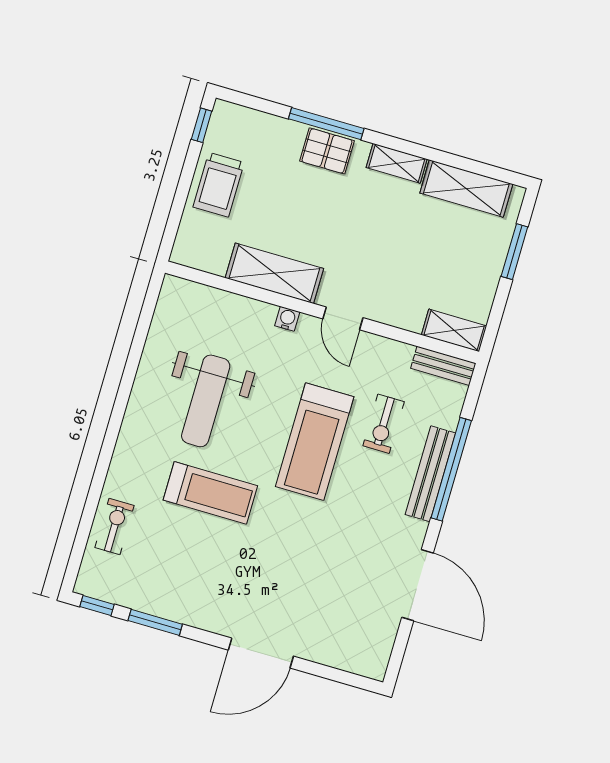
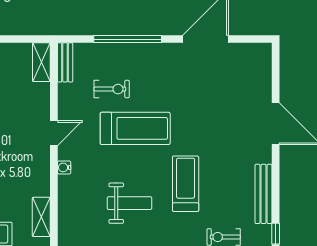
shelving: (274, 273) -> (41, 217), moved, width x0.67, depth x0.75
weight bench: (206, 401) -> (130, 203), width x0.73, depth x0.75
bench: (430, 474) -> (264, 194), moved, turned 90
window: (155, 622) -> (276, 195), removed

